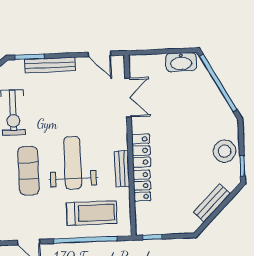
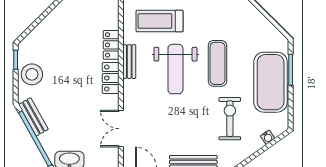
bench: (212, 203) -> (33, 117), moved, turned -74

